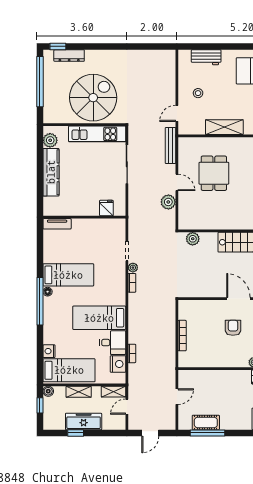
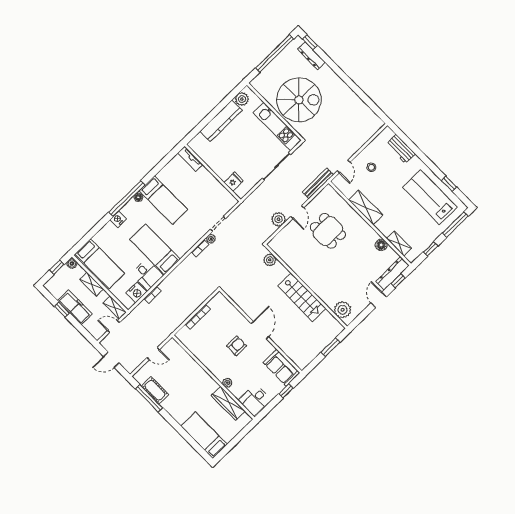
door: (177, 113) -> (344, 167), swing flipped
dining table: (214, 173) -> (328, 231), turned 90
nightstand: (49, 351) -> (118, 219), moved

